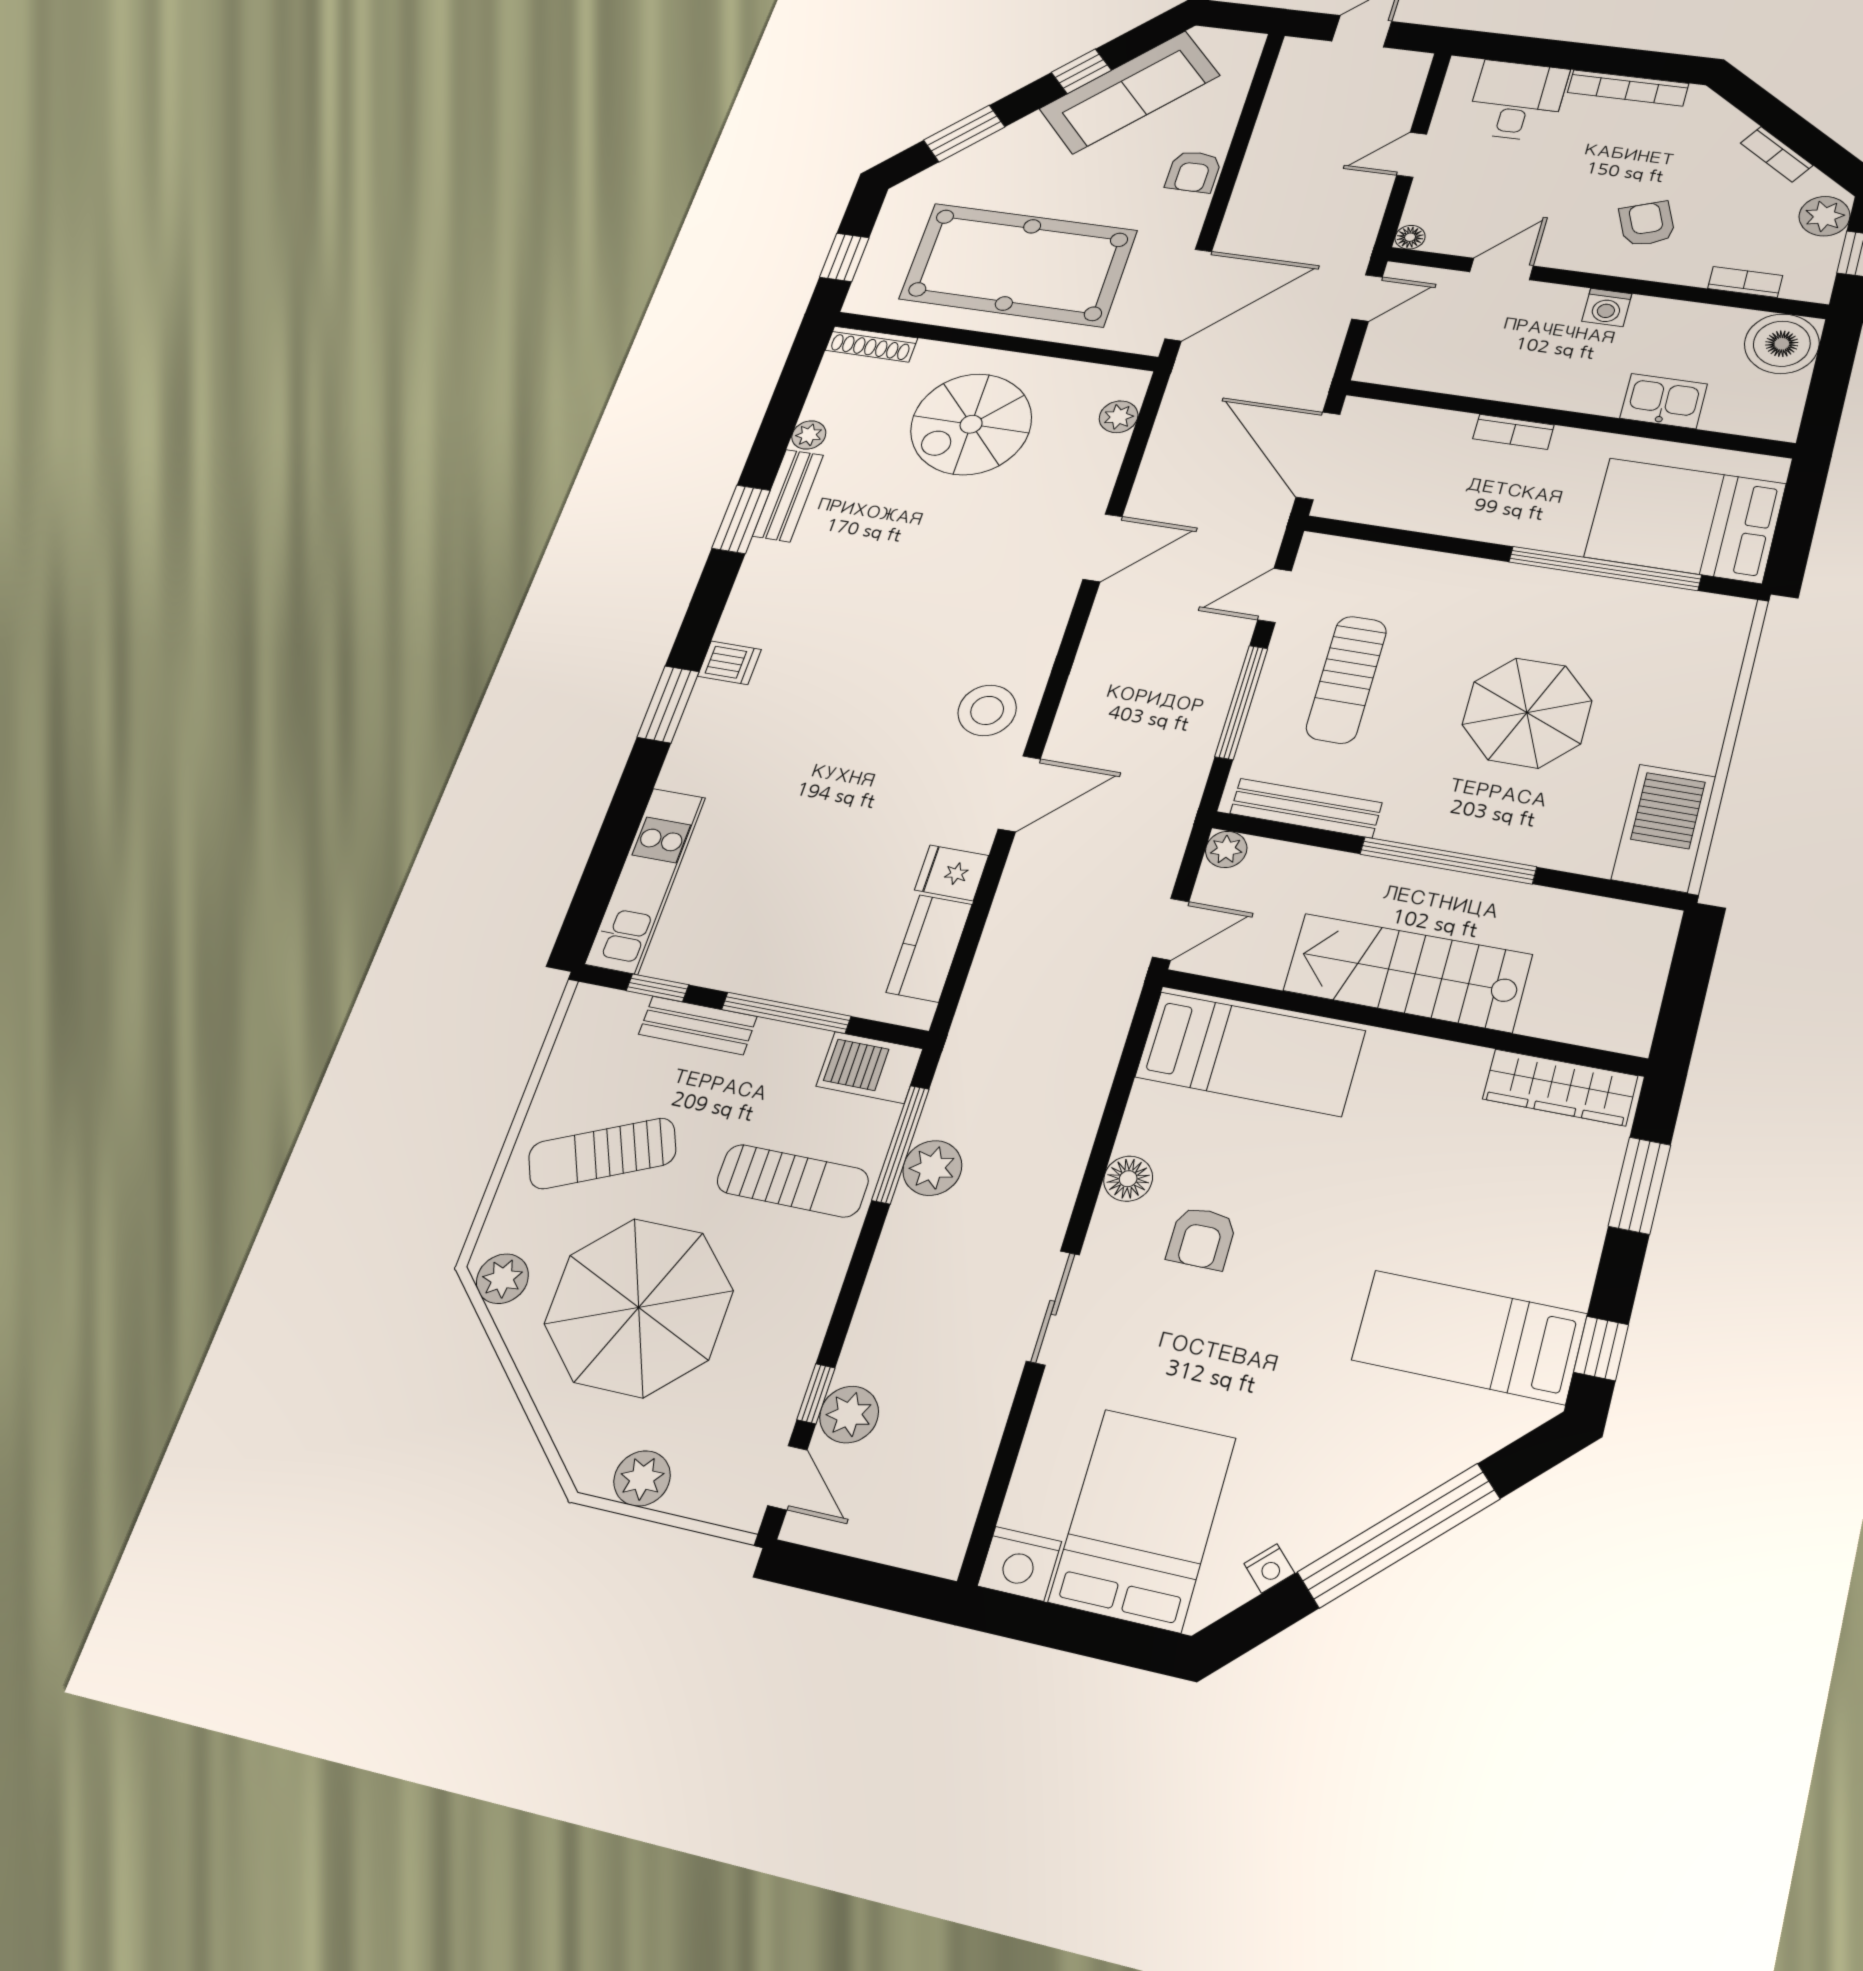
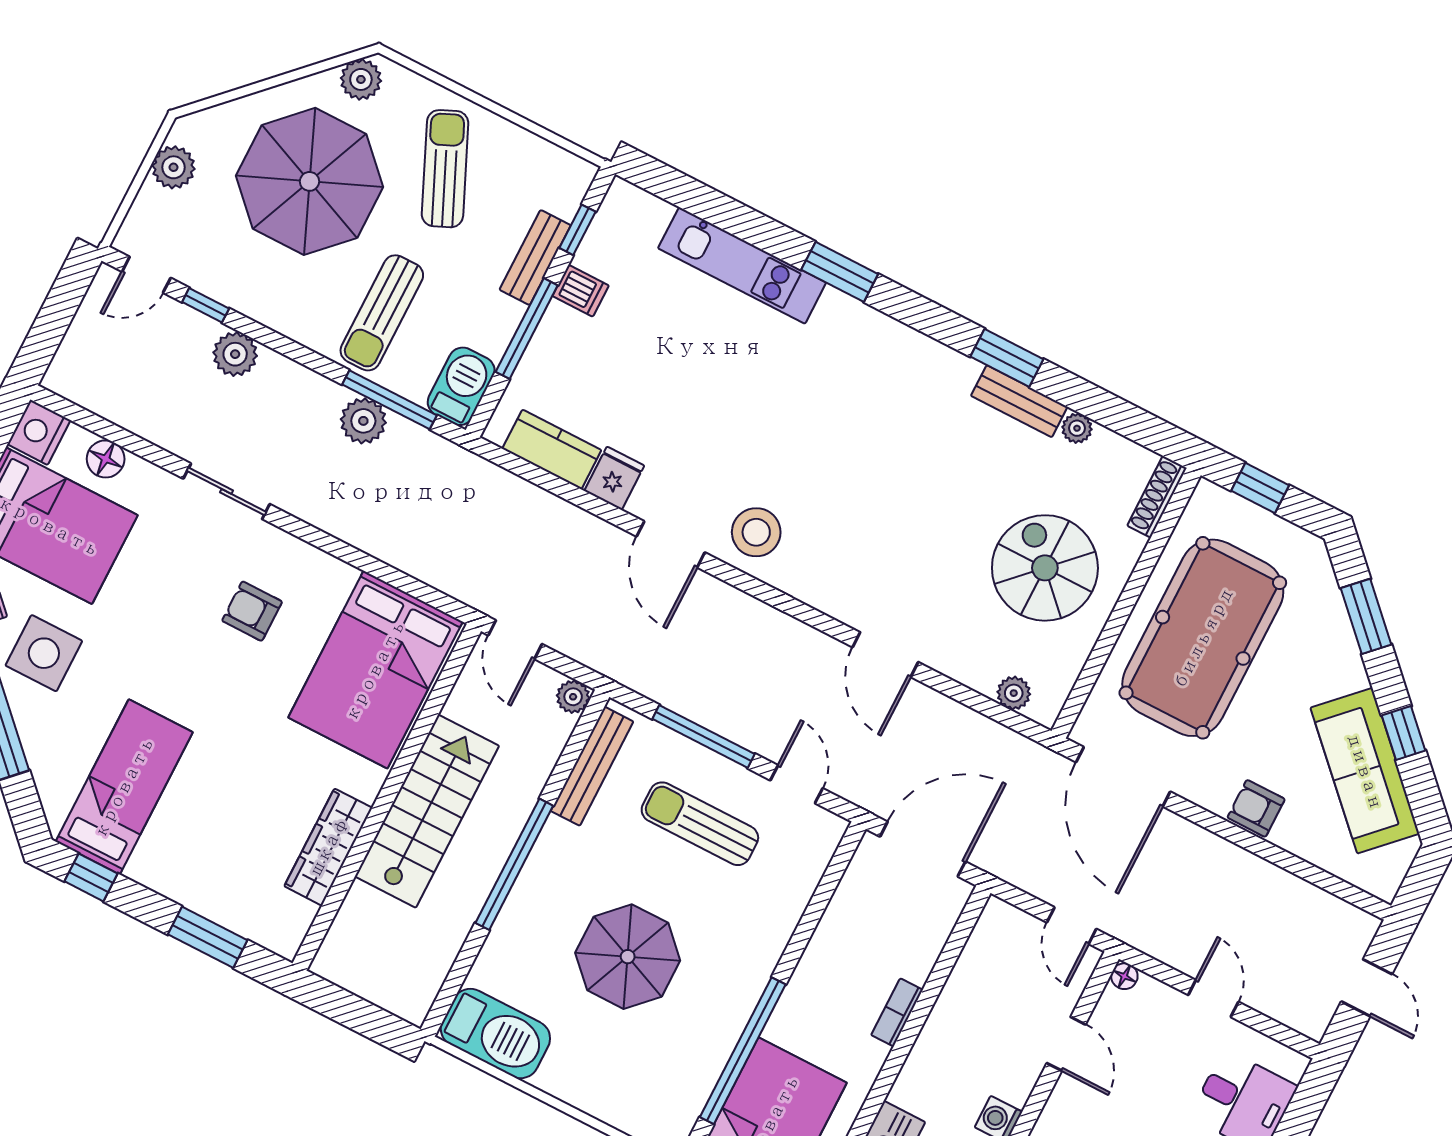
dishwasher: (729, 663) -> (581, 291), moved, turned -90
kitchen unit: (646, 880) -> (742, 265), moved
bed: (1250, 1054) -> (375, 670), width x1.50
wardrobe: (1560, 1087) -> (328, 847), moved
floor lamp: (1128, 1179) -> (106, 459), moved
plant: (849, 1415) -> (235, 354), moved
side table: (1315, 1483) -> (44, 653), added

